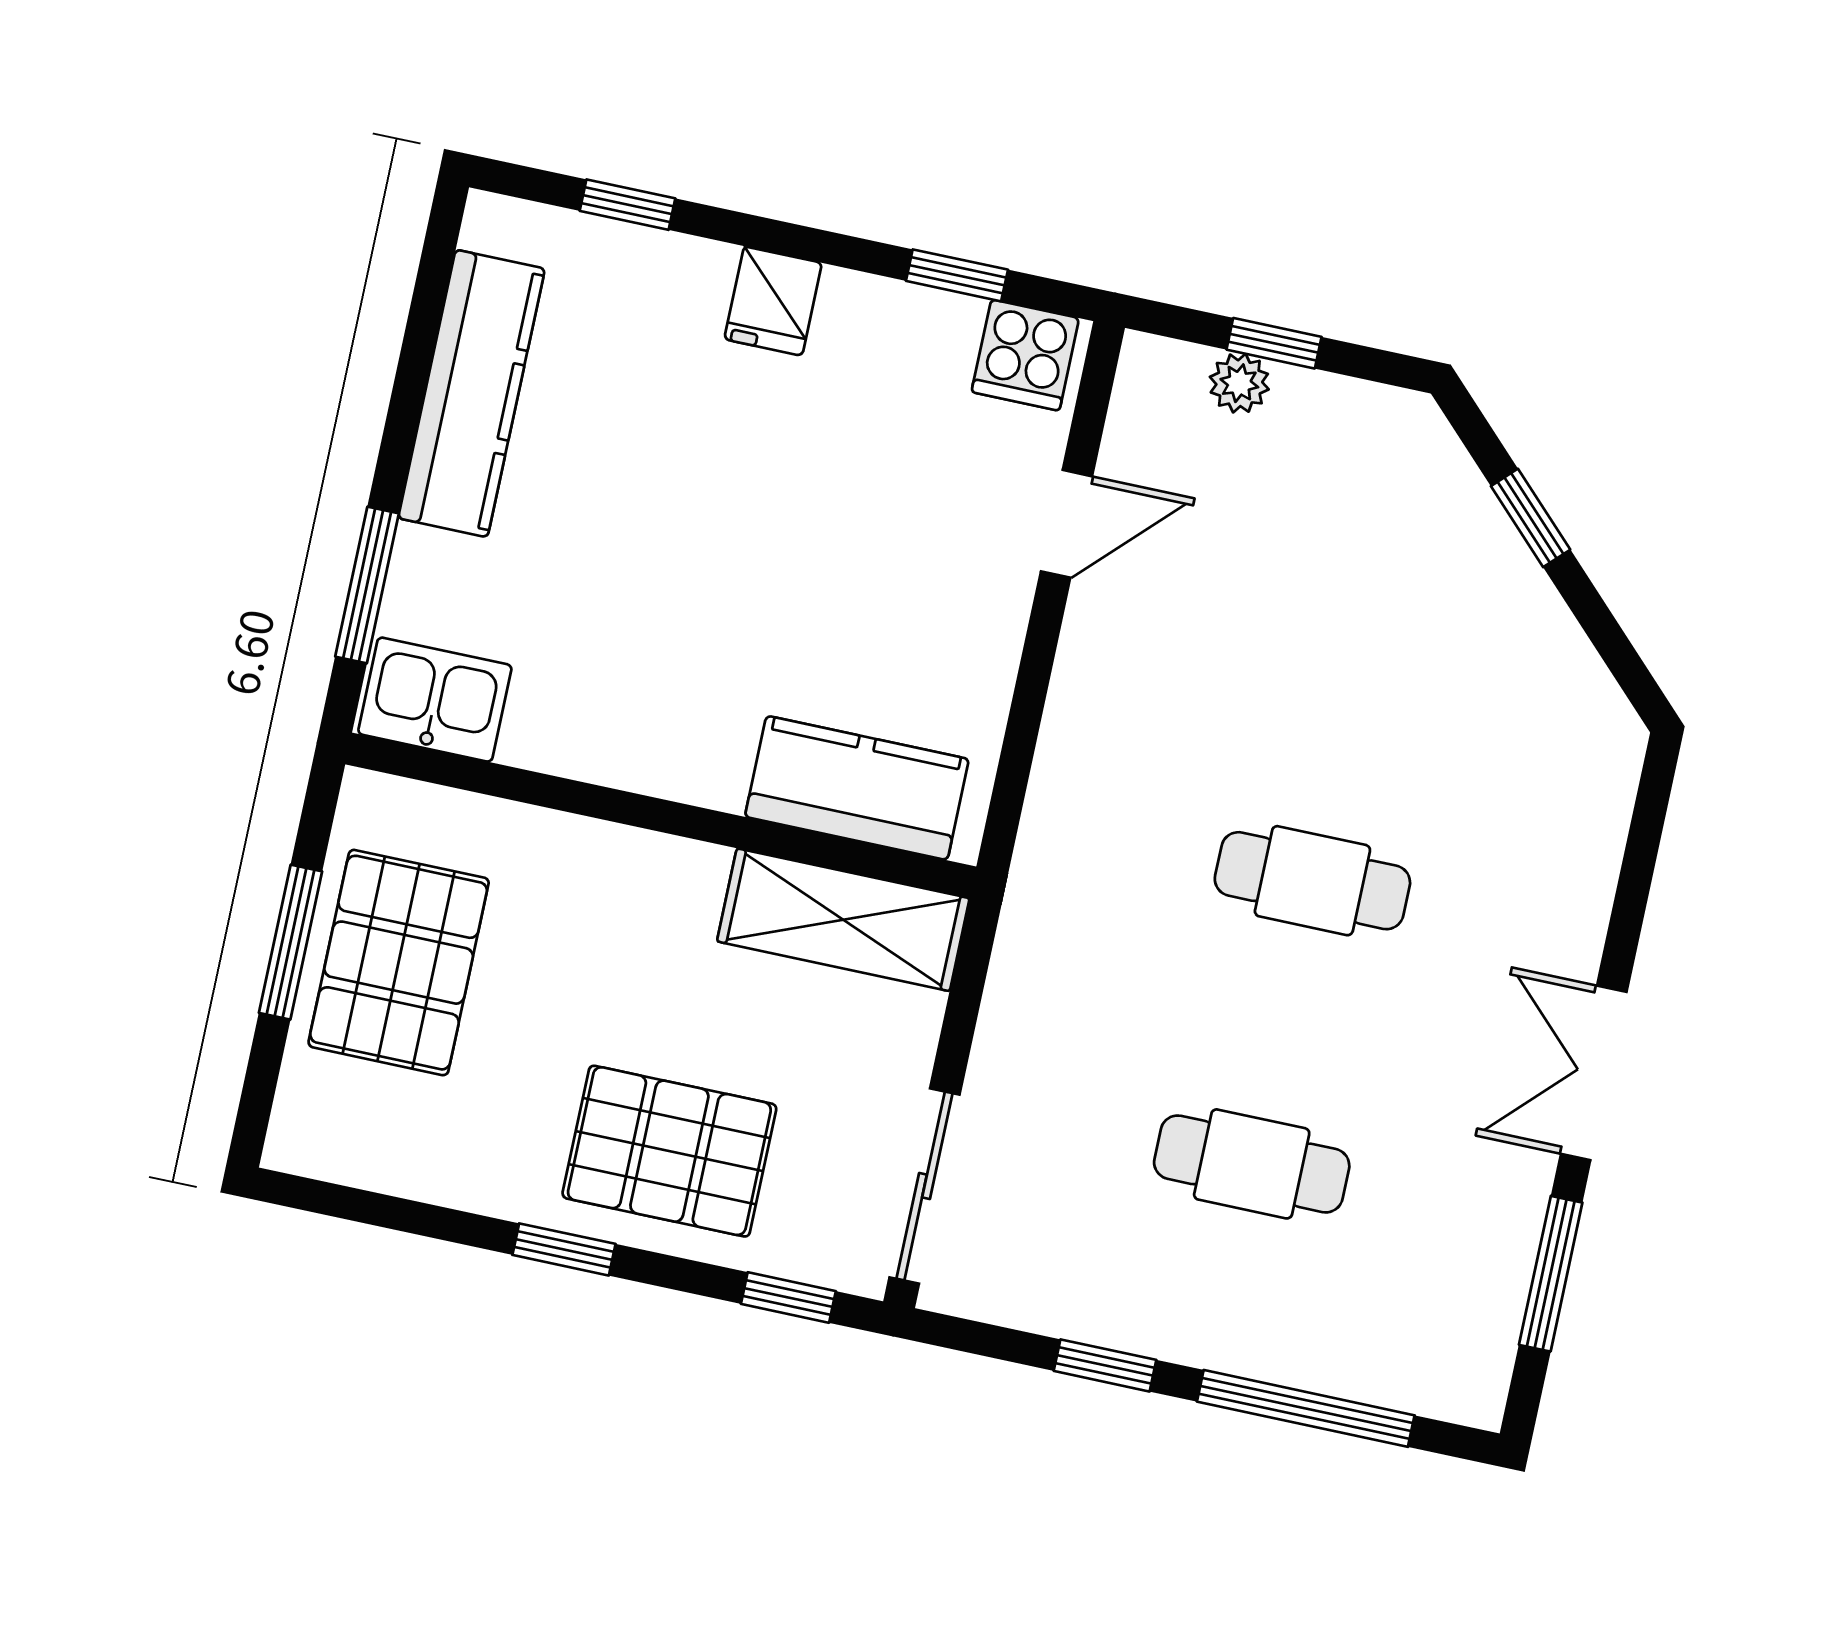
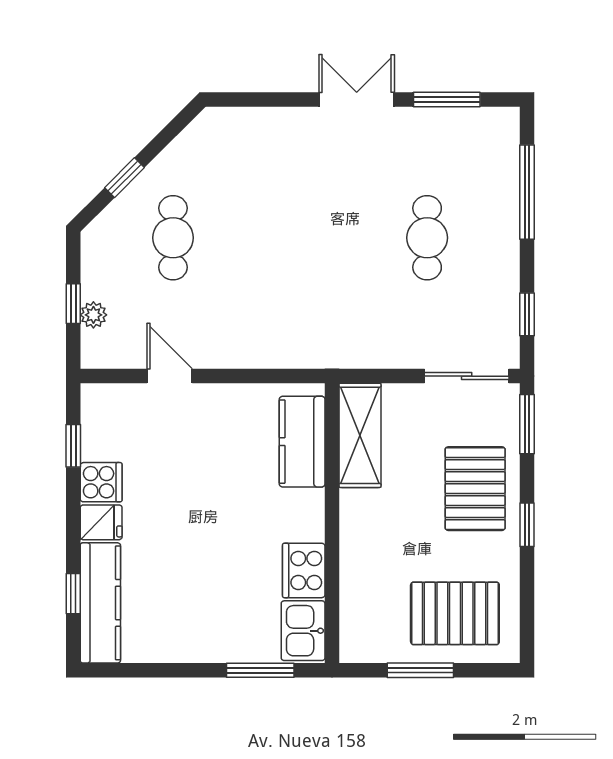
cooker: (1025, 355) -> (101, 482), moved
kitchen counter: (472, 393) -> (100, 603), moved, turned 90
cooker: (569, 730) -> (304, 570), added
cafe table: (1312, 881) -> (173, 238), moved
pallet: (399, 963) -> (455, 613), moved
double door: (1594, 1073) -> (357, 100), swing flipped
window: (788, 1298) -> (527, 424), width x1.50
window: (1105, 1365) -> (527, 314), moved

